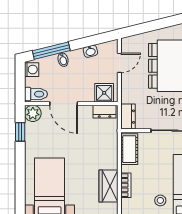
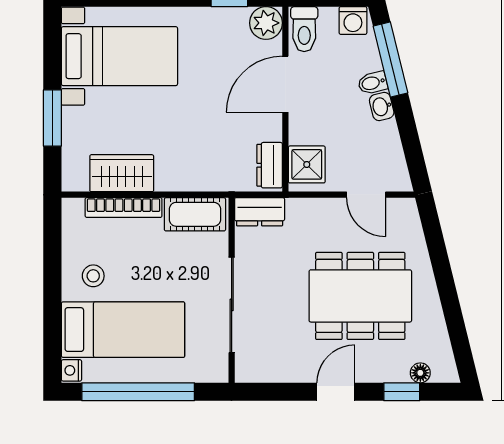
washbasin: (90, 51) -> (382, 106), moved
bookcase: (126, 185) -> (124, 208), width x1.56

